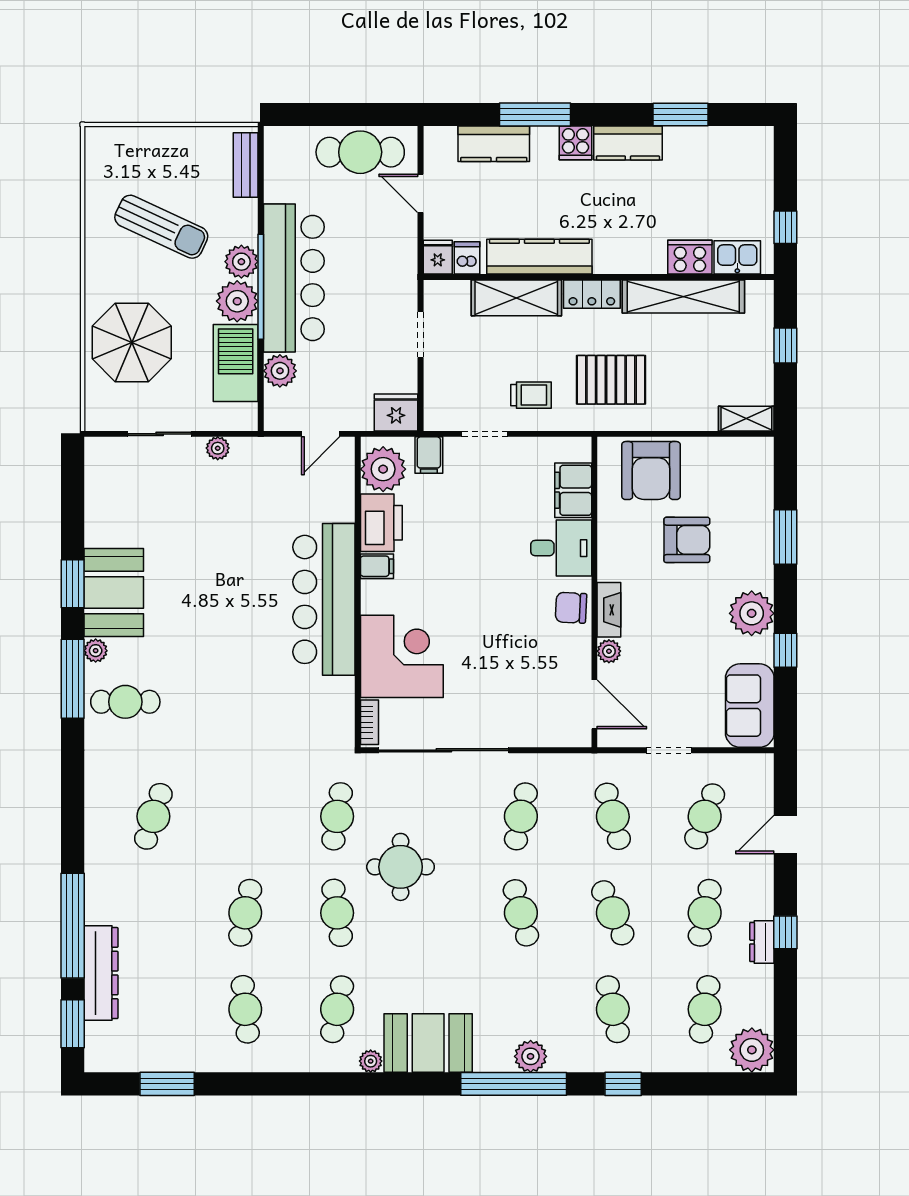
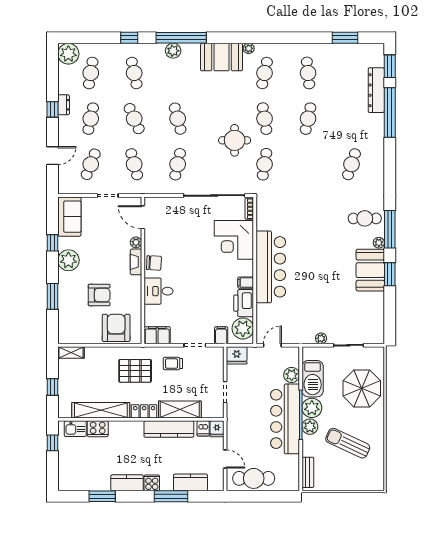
filing cabinet: (573, 490) -> (157, 335), moved, turned -90
armchair: (687, 540) -> (99, 295), turned 180

